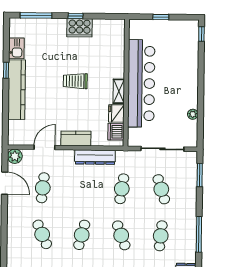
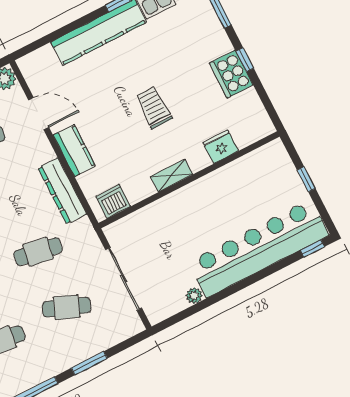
bar counter: (141, 83) -> (259, 248), moved, turned 180
fridge: (116, 113) -> (221, 147), moved
window: (200, 175) -> (89, 363), moved
cafe table: (161, 189) -> (67, 307), turned 39

